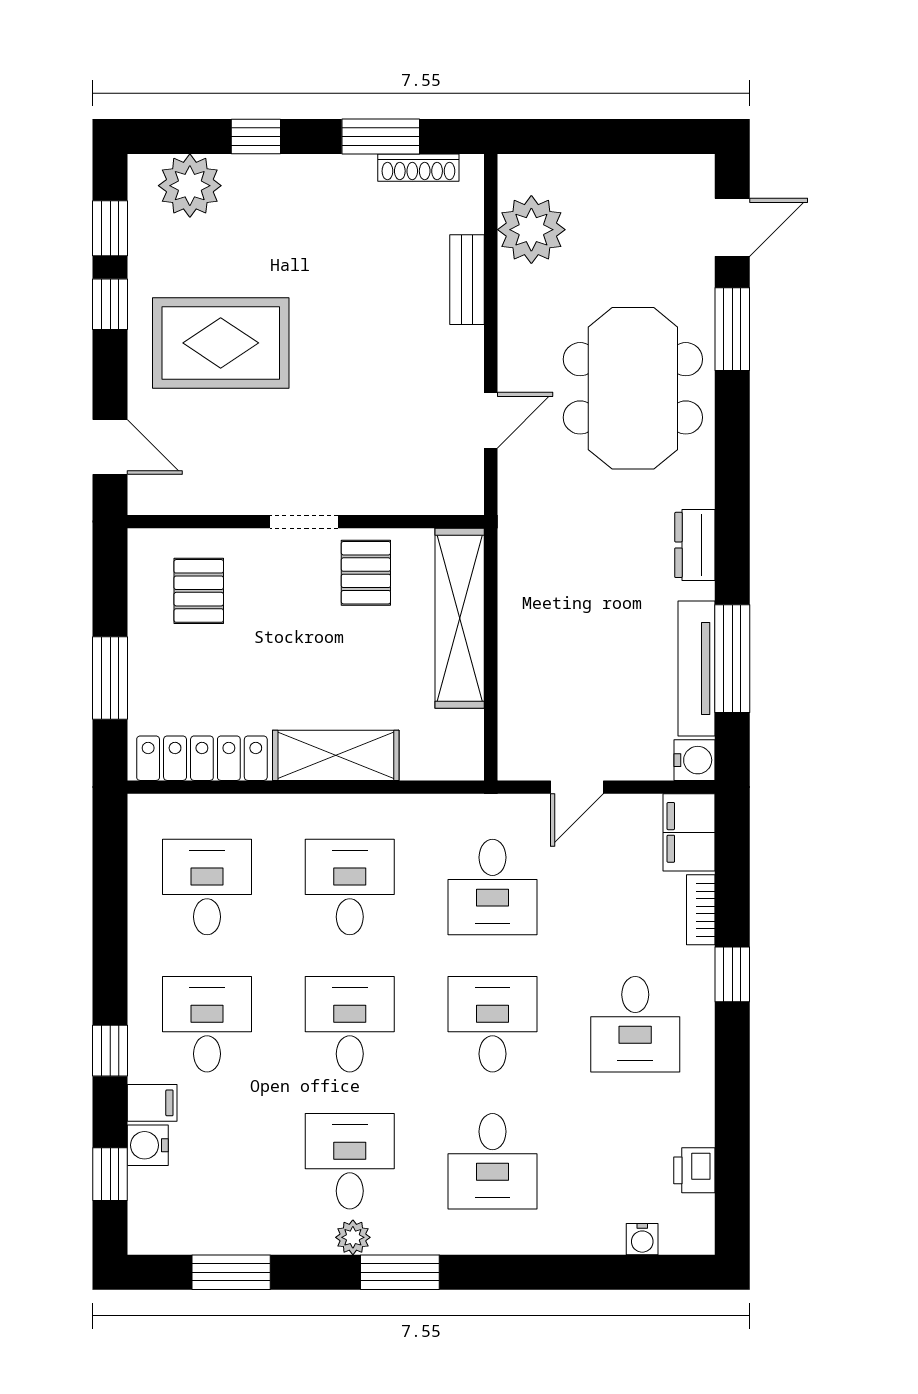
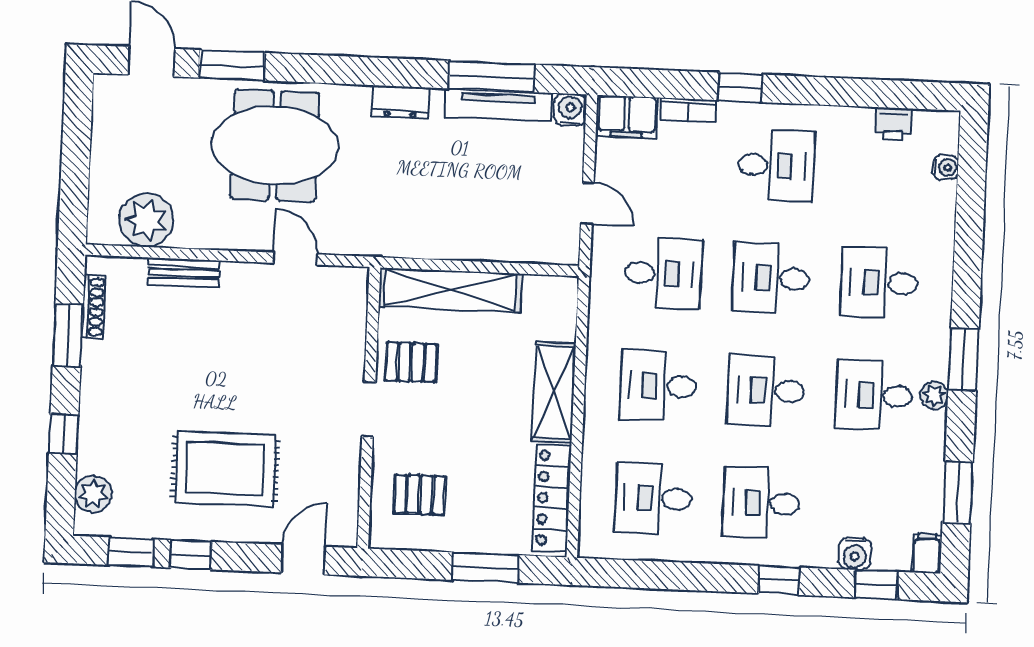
plant: (190, 186) -> (93, 494), width x0.73, depth x0.73
rug: (221, 343) -> (225, 469), turned 90
filing cabinet: (152, 1103) -> (927, 554), moved
desk: (492, 1161) -> (879, 283), turned 180

